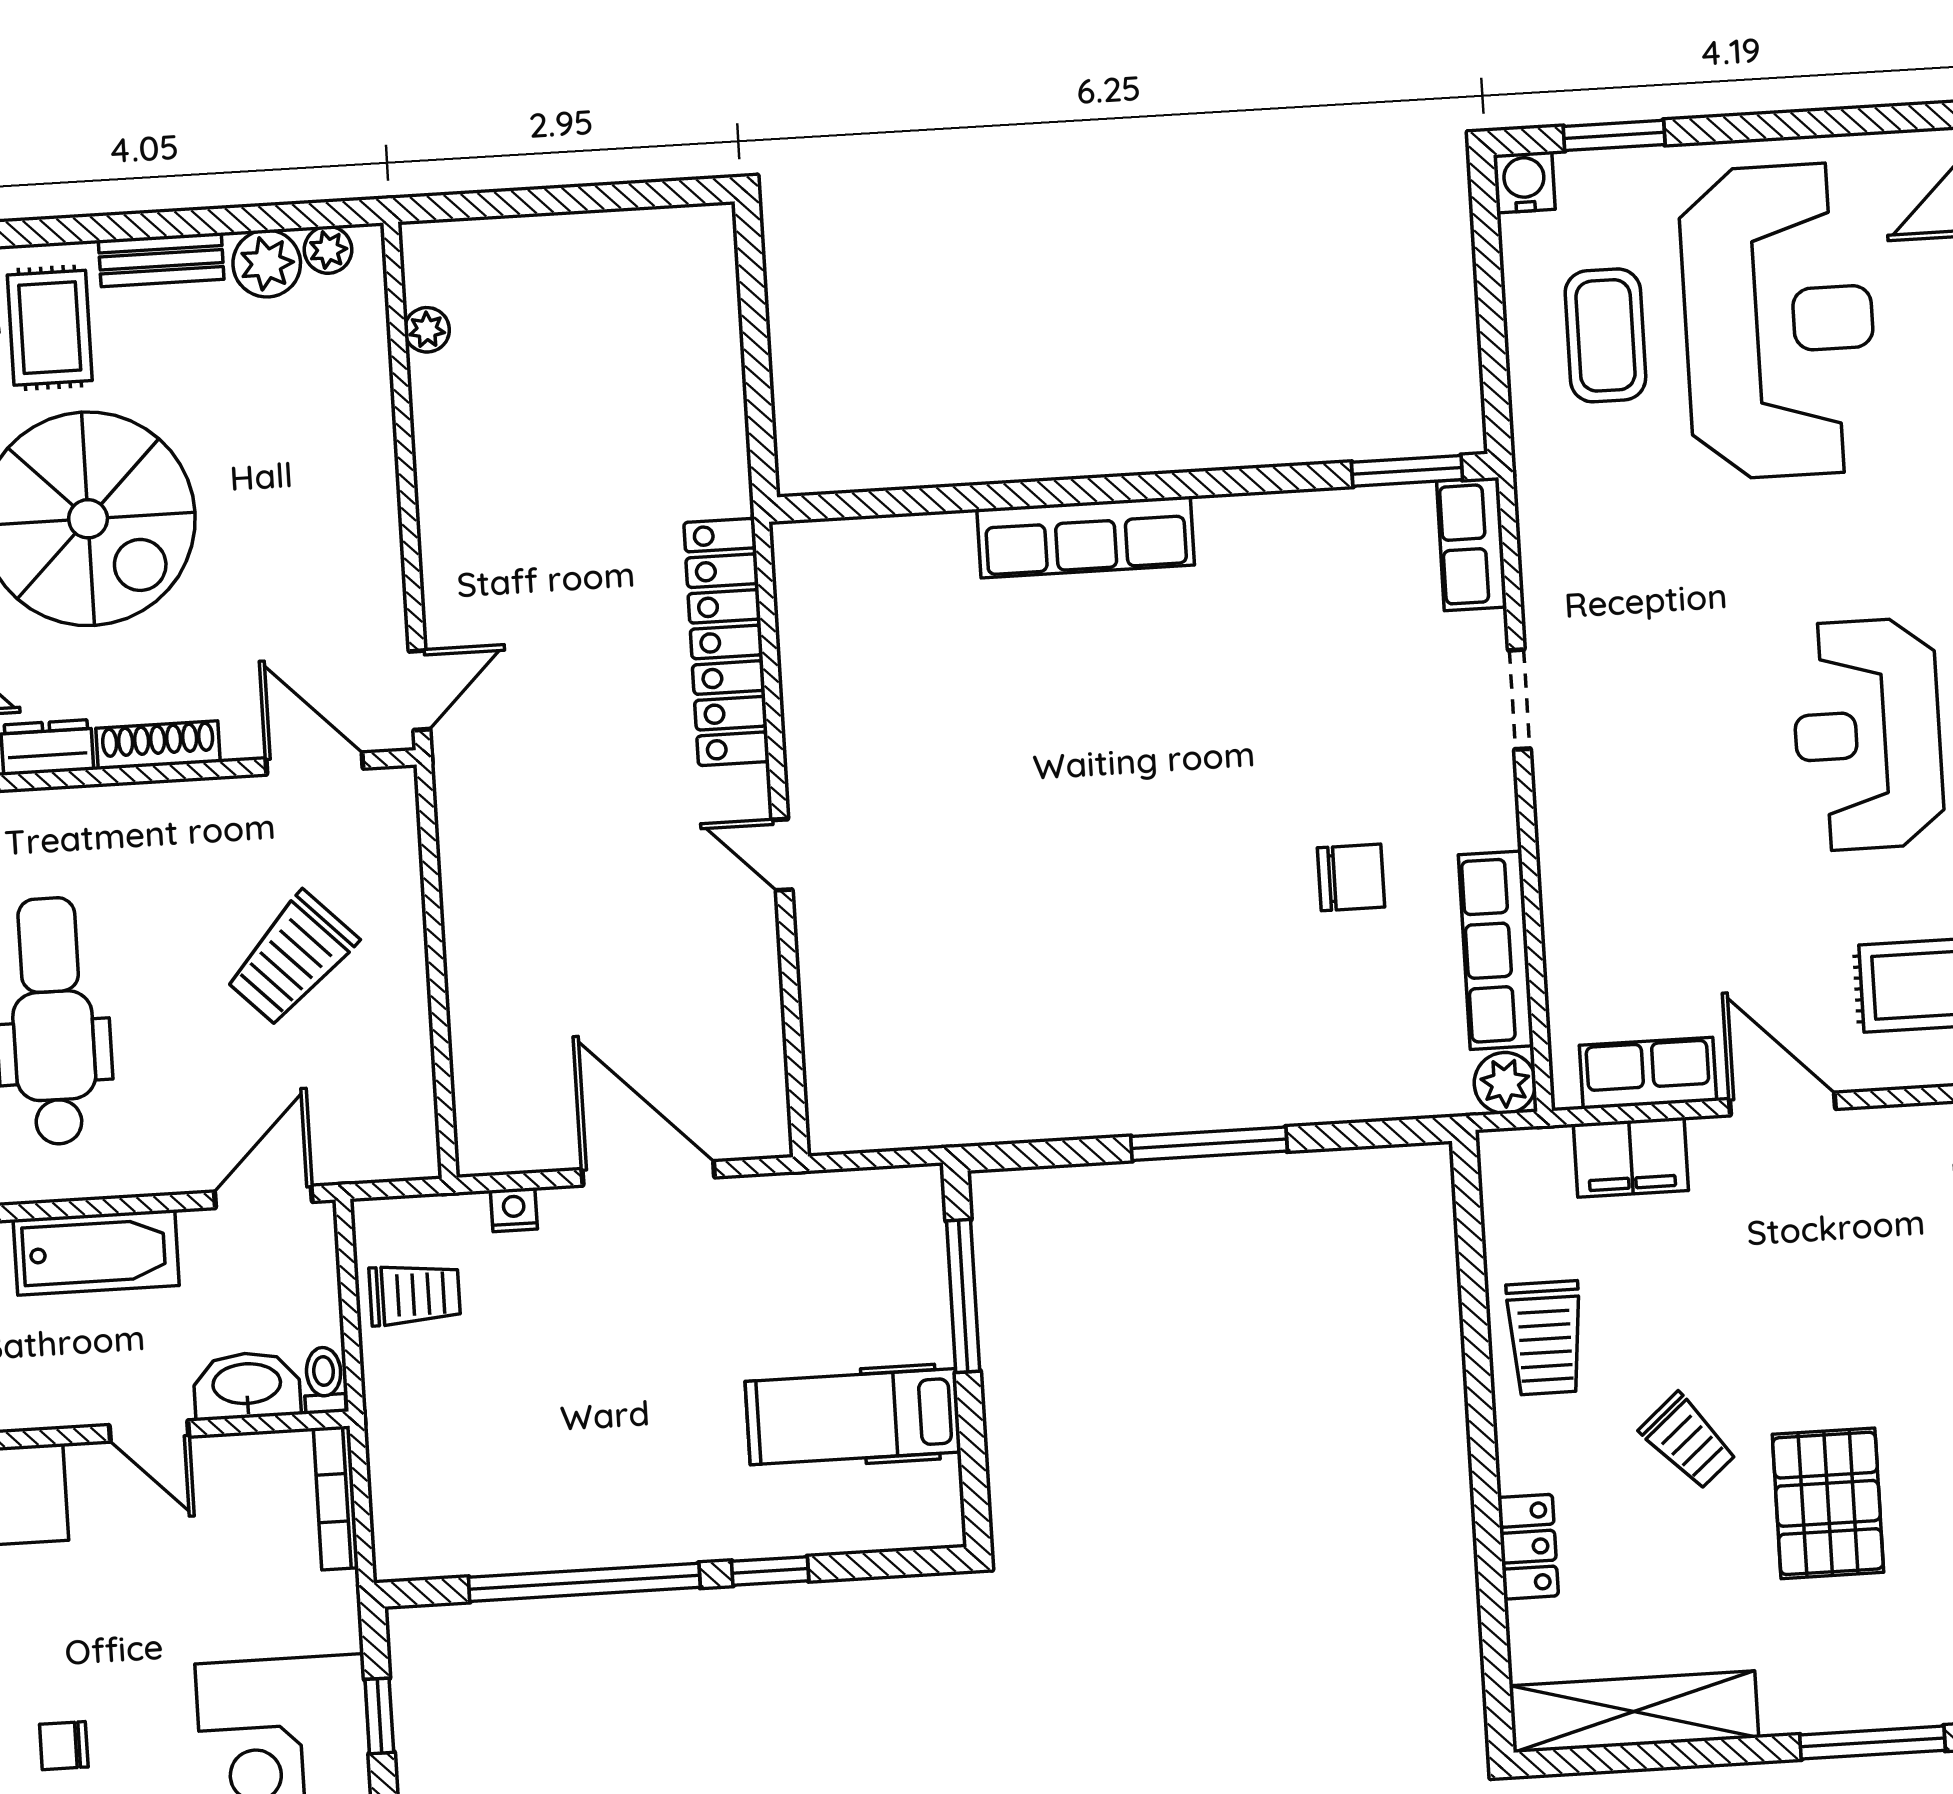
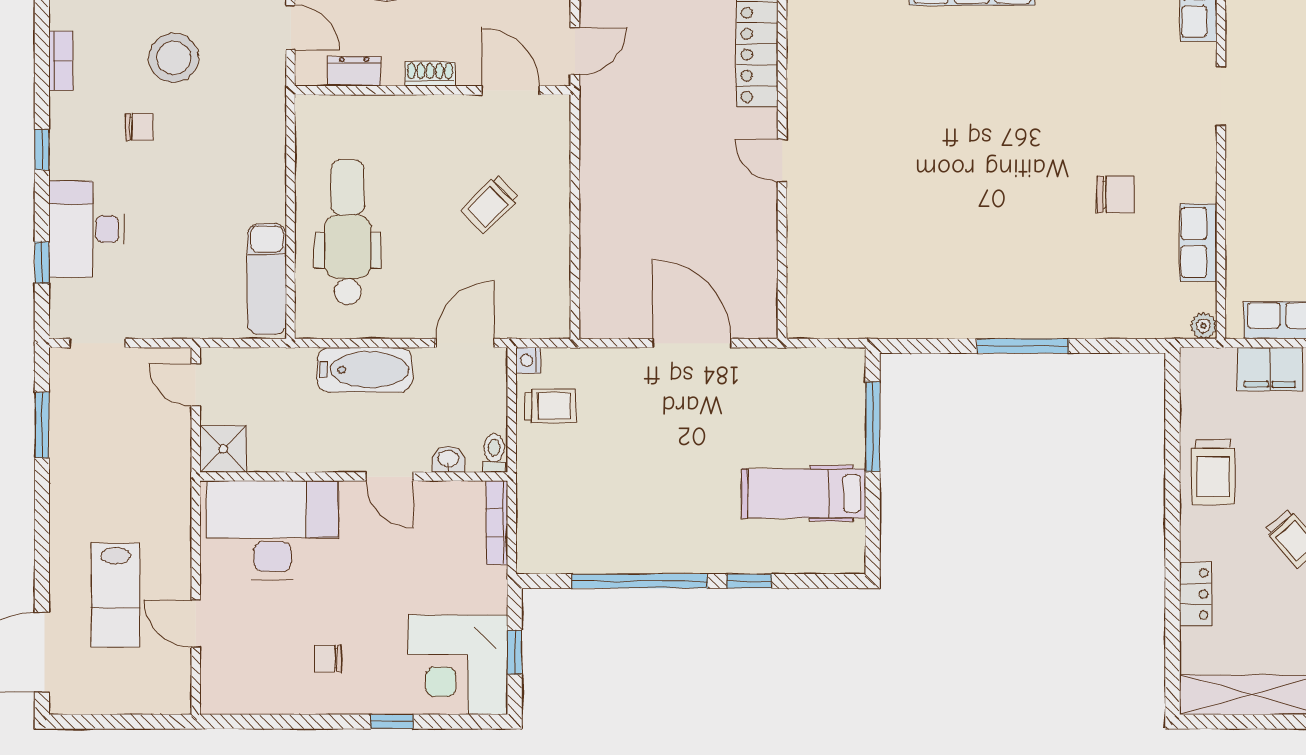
shoe rack: (158, 745) -> (430, 74), width x0.70
row of seats: (1496, 950) -> (1198, 242), width x0.68
trolley: (292, 959) -> (490, 204), width x0.73, depth x0.72
plant: (1505, 1083) -> (1204, 326), width x0.73, depth x0.73
nightstand: (514, 1210) -> (528, 360), moved, turned -90
washbasin: (247, 1386) -> (448, 459), width x0.52, depth x0.69

